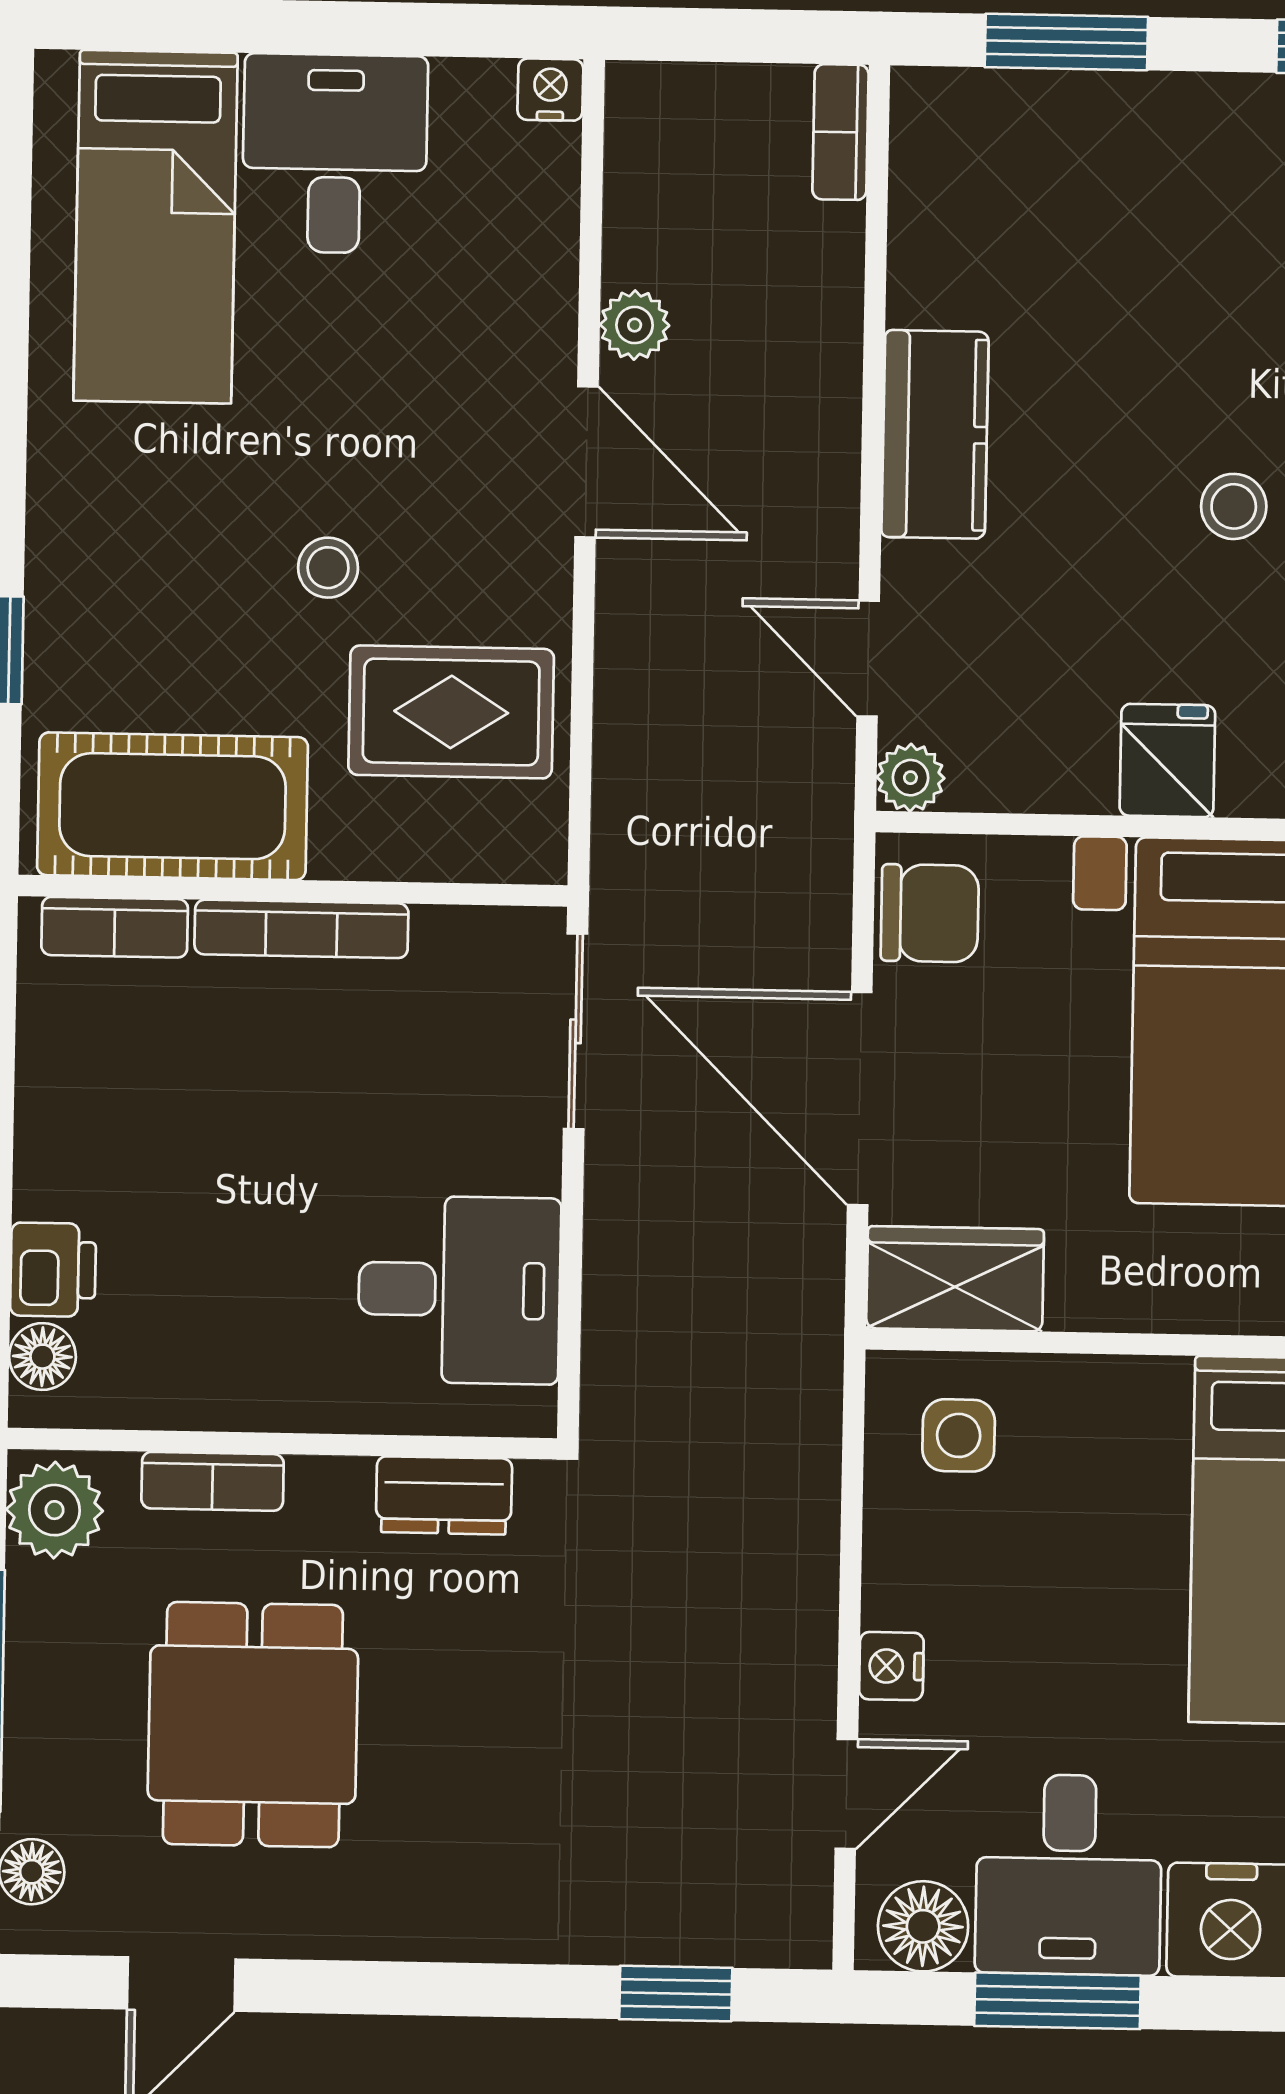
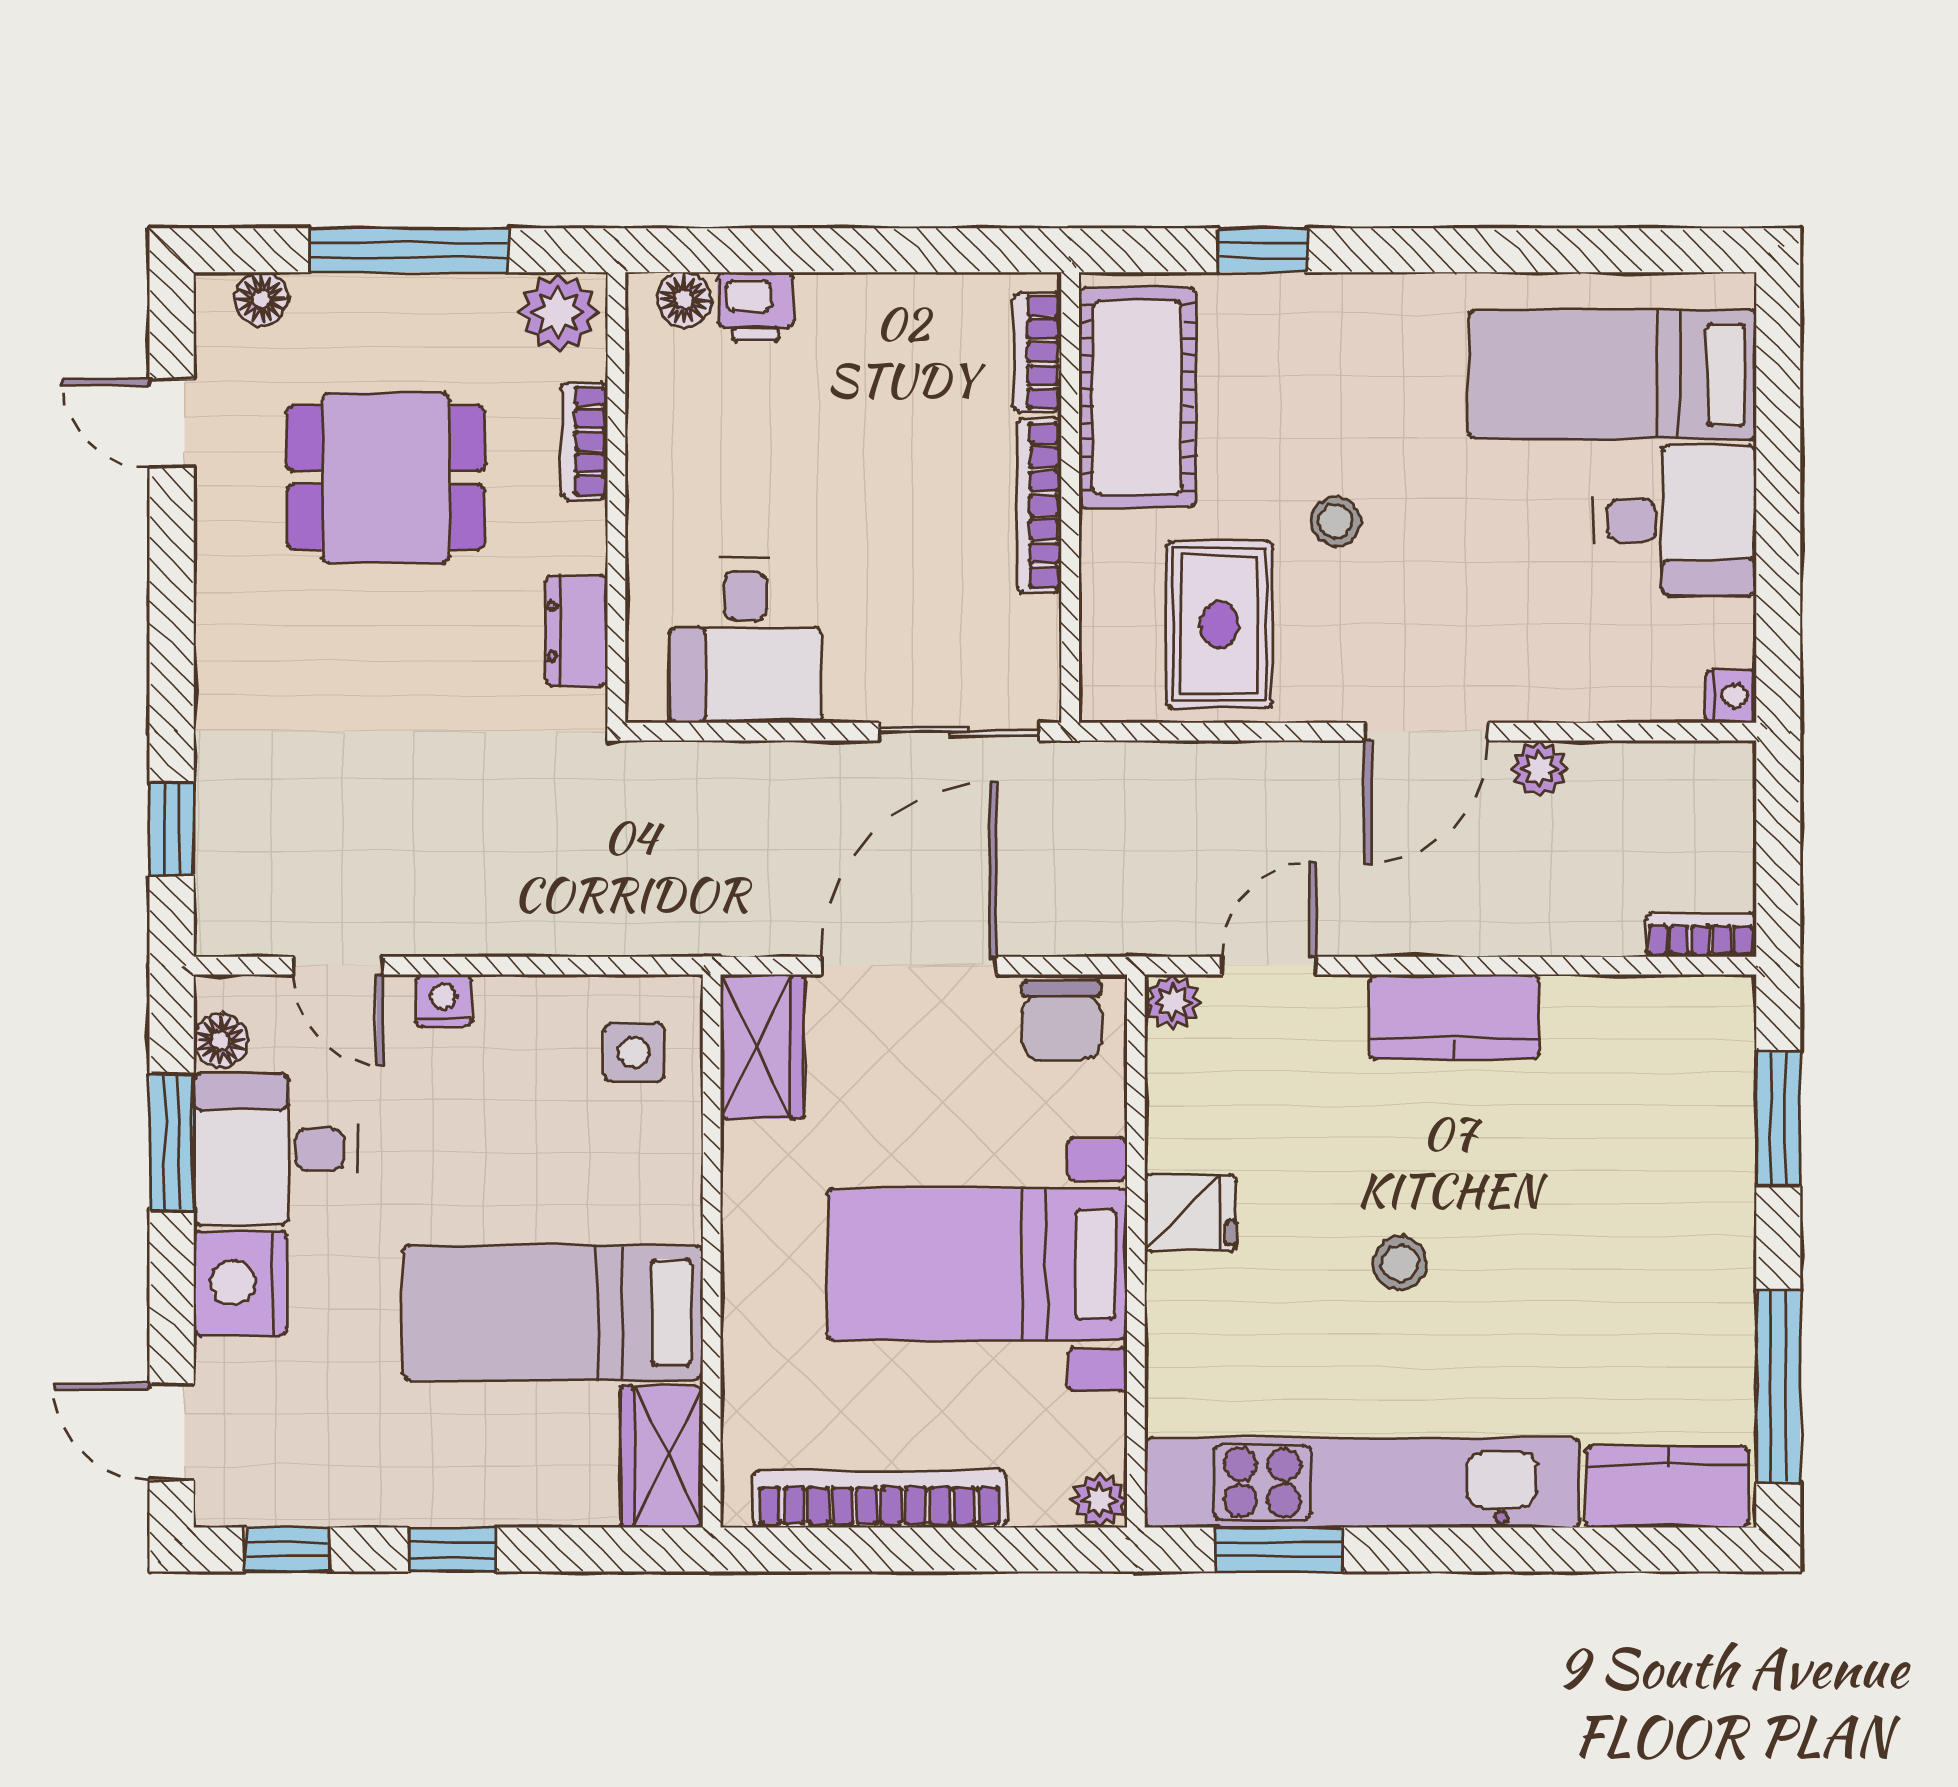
floor lamp: (923, 1926) -> (221, 1041), width x0.73, depth x0.73

